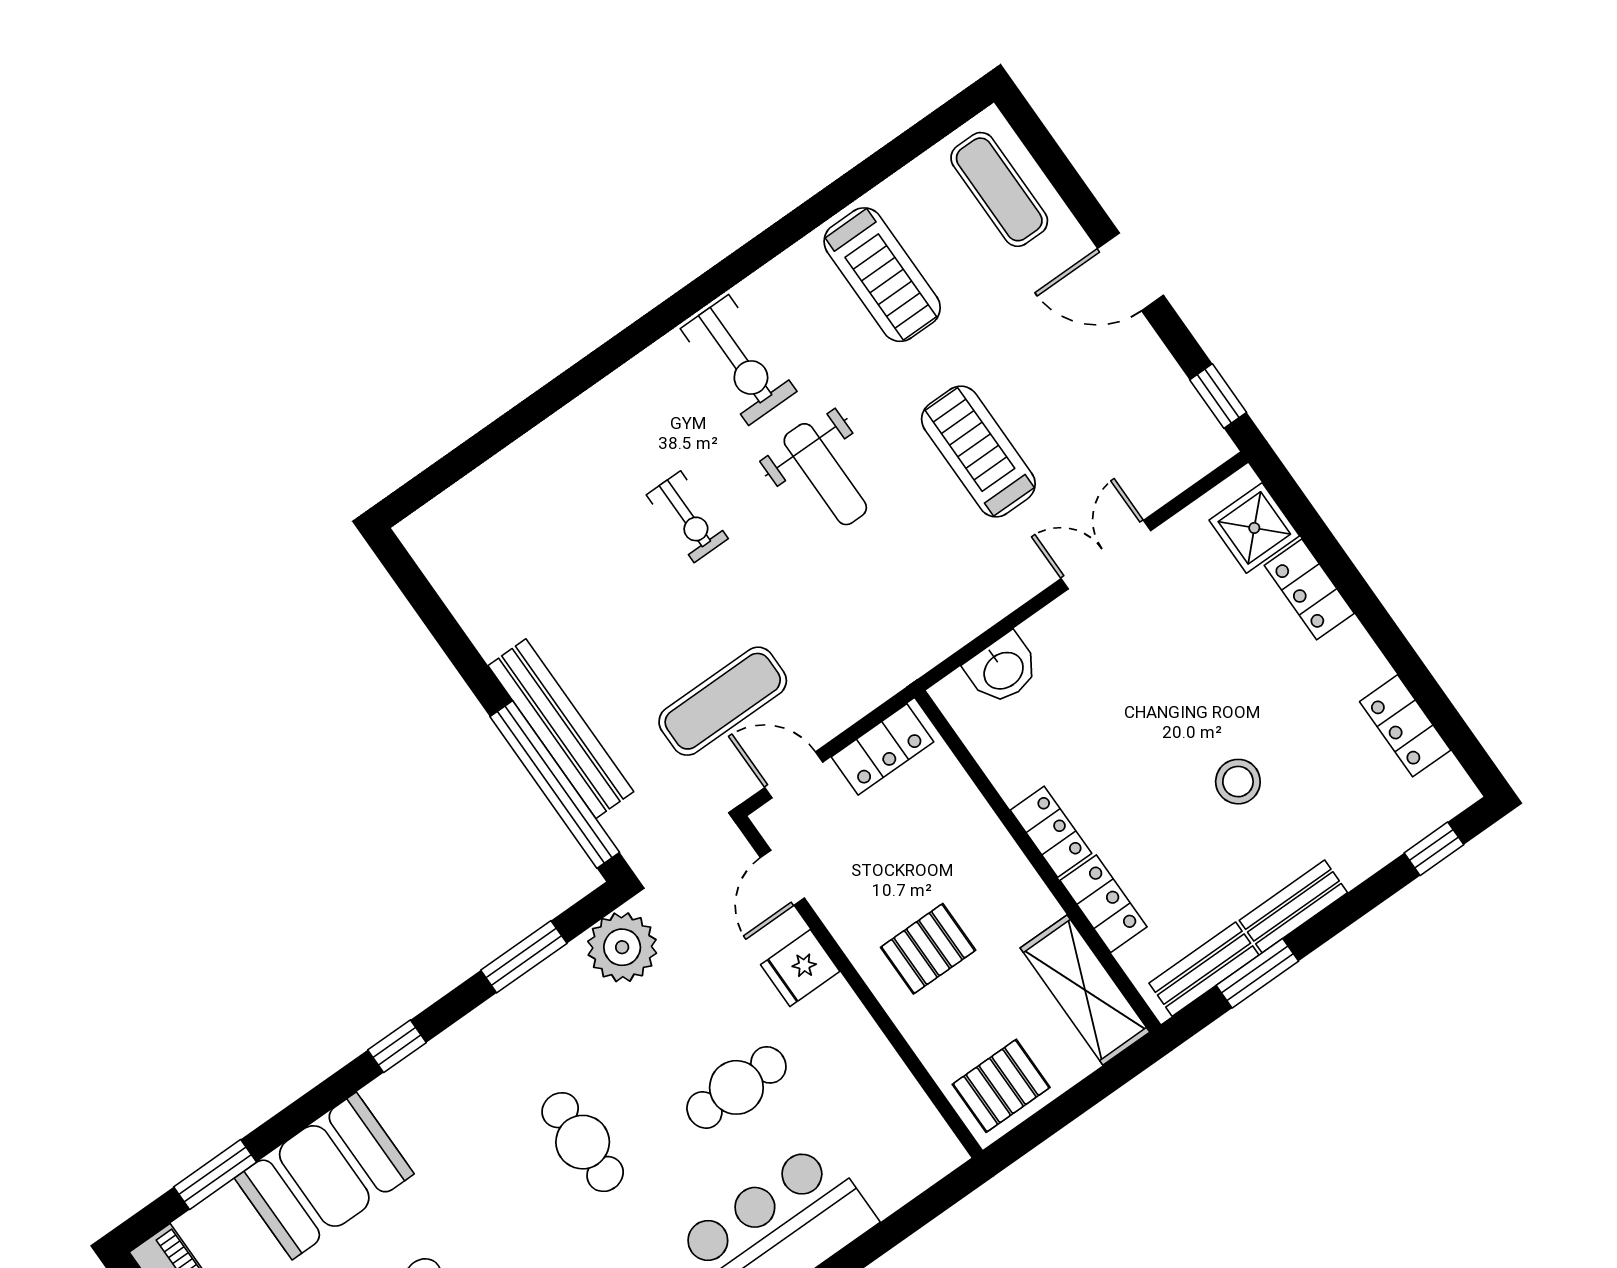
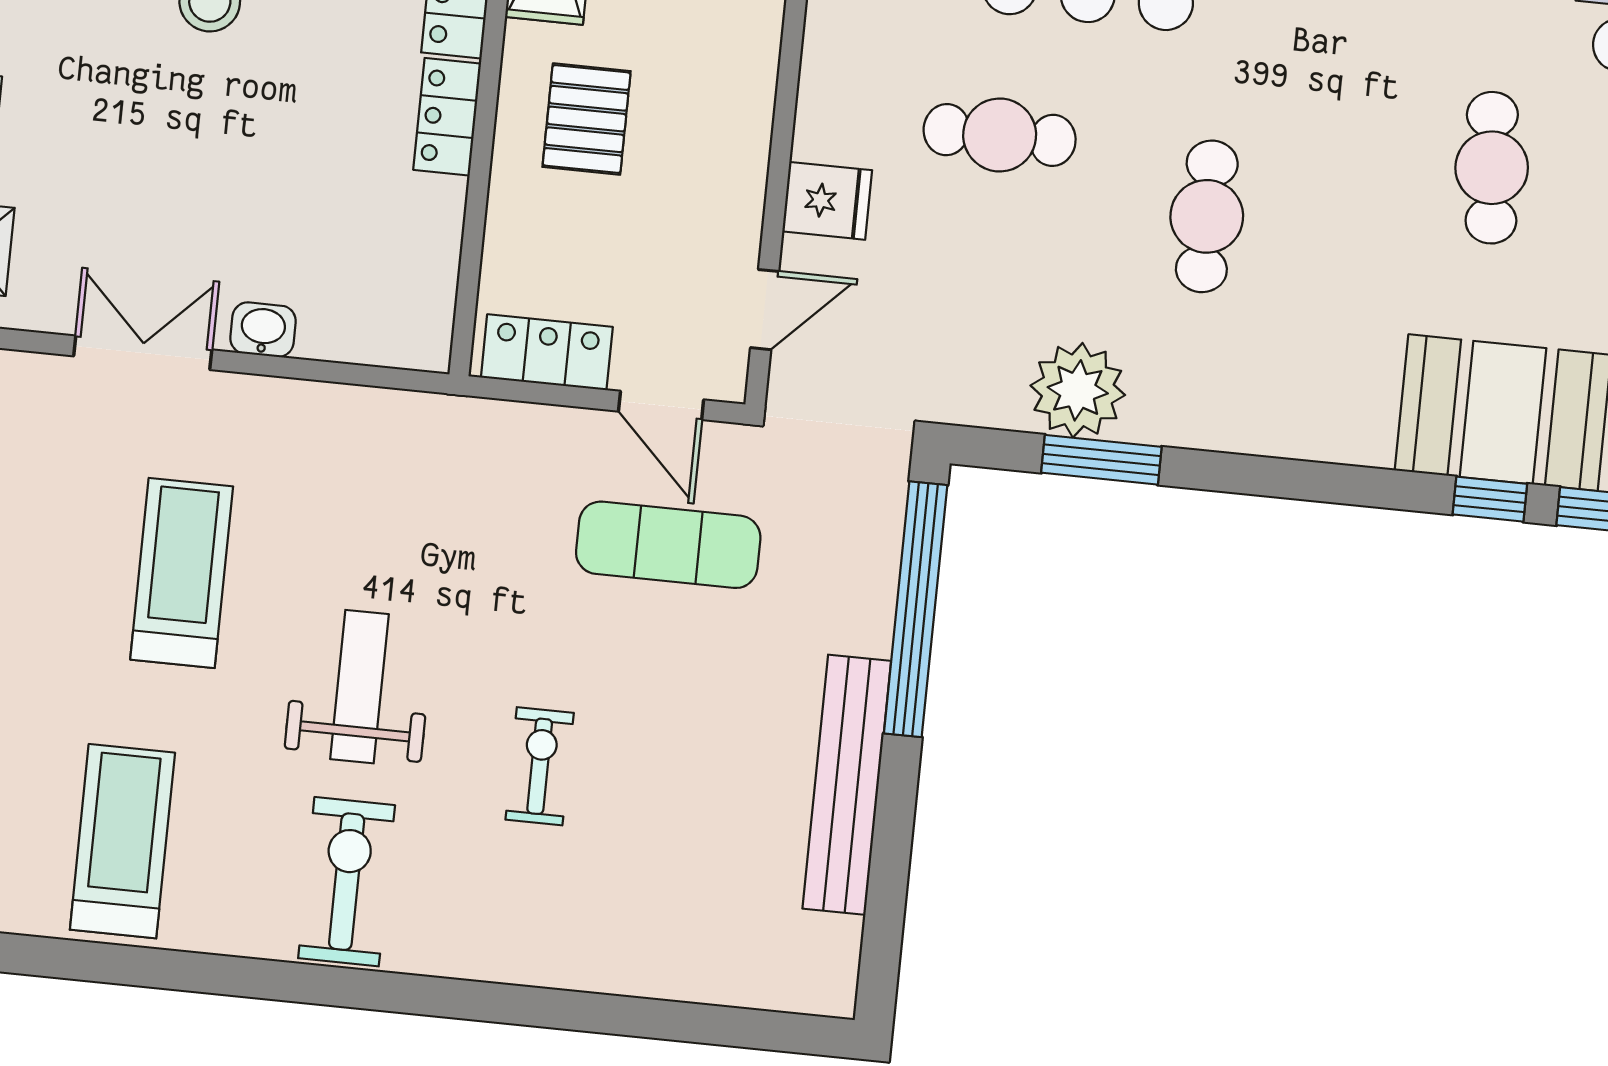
treadmill: (978, 452) -> (182, 573), turned 180
double door: (1106, 555) -> (143, 353), swing flipped
washbasin: (1003, 669) -> (263, 330), moved, width x0.72, depth x0.69
bench: (561, 729) -> (847, 785), moved
plant: (622, 947) -> (1078, 390), moved
pallet: (928, 949) -> (587, 119), moved, turned 90
window: (397, 1046) -> (1490, 499), moved

